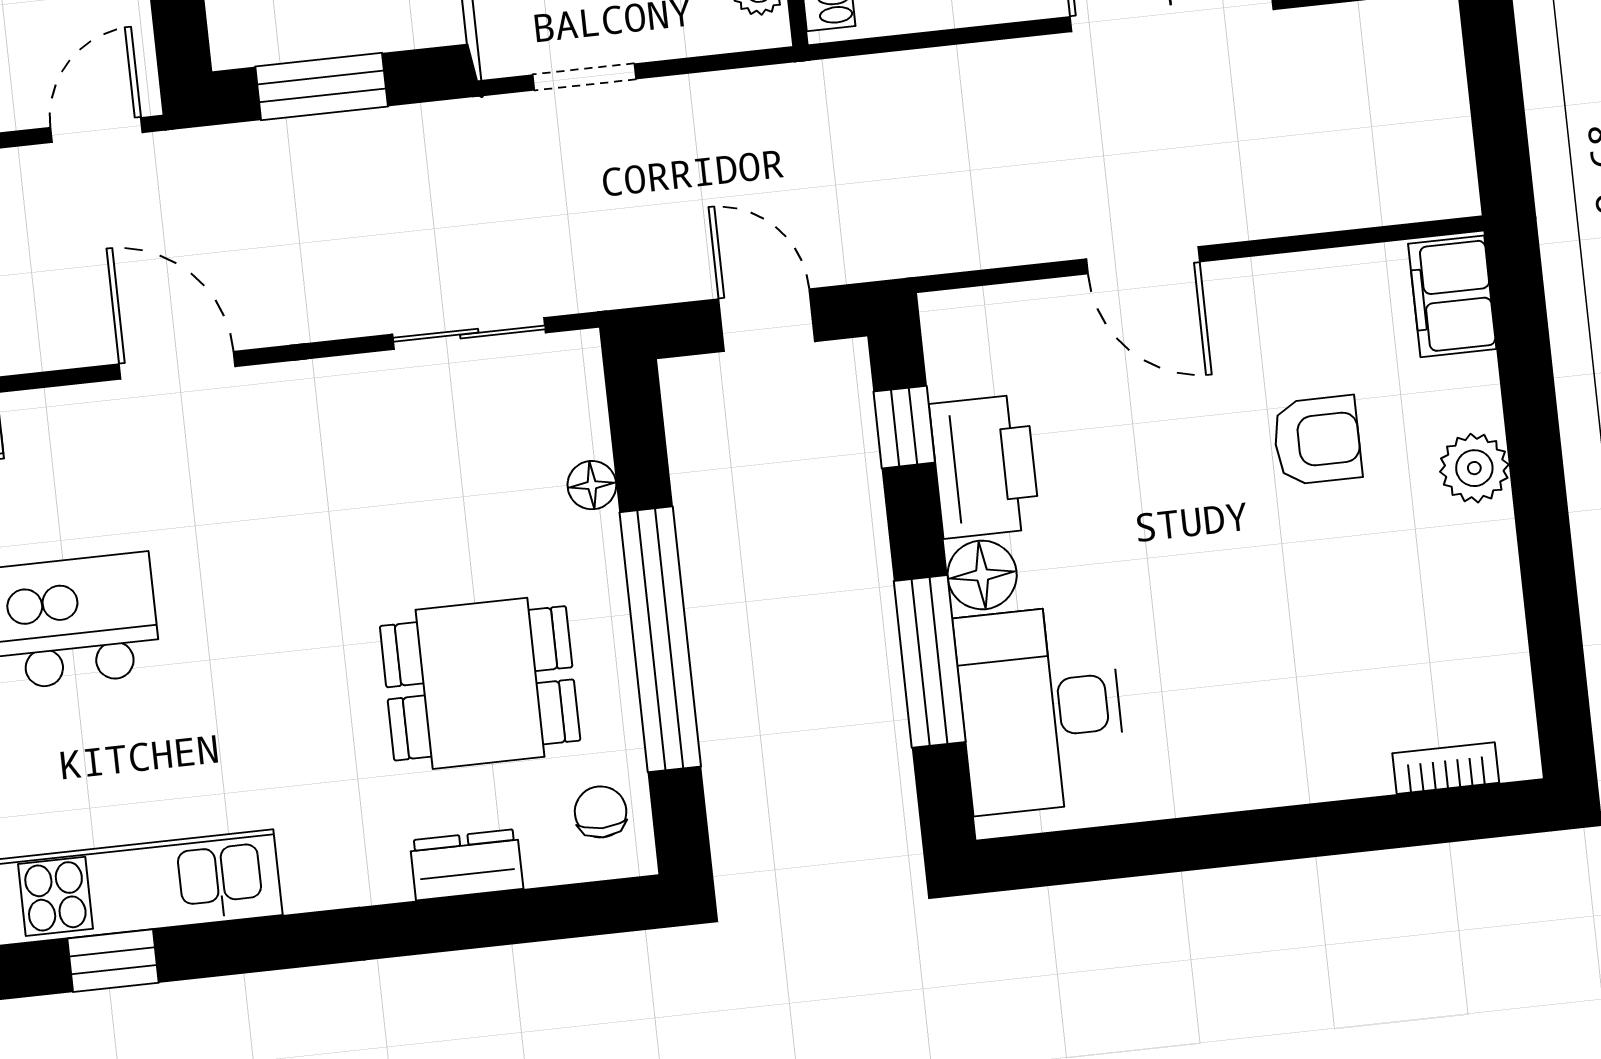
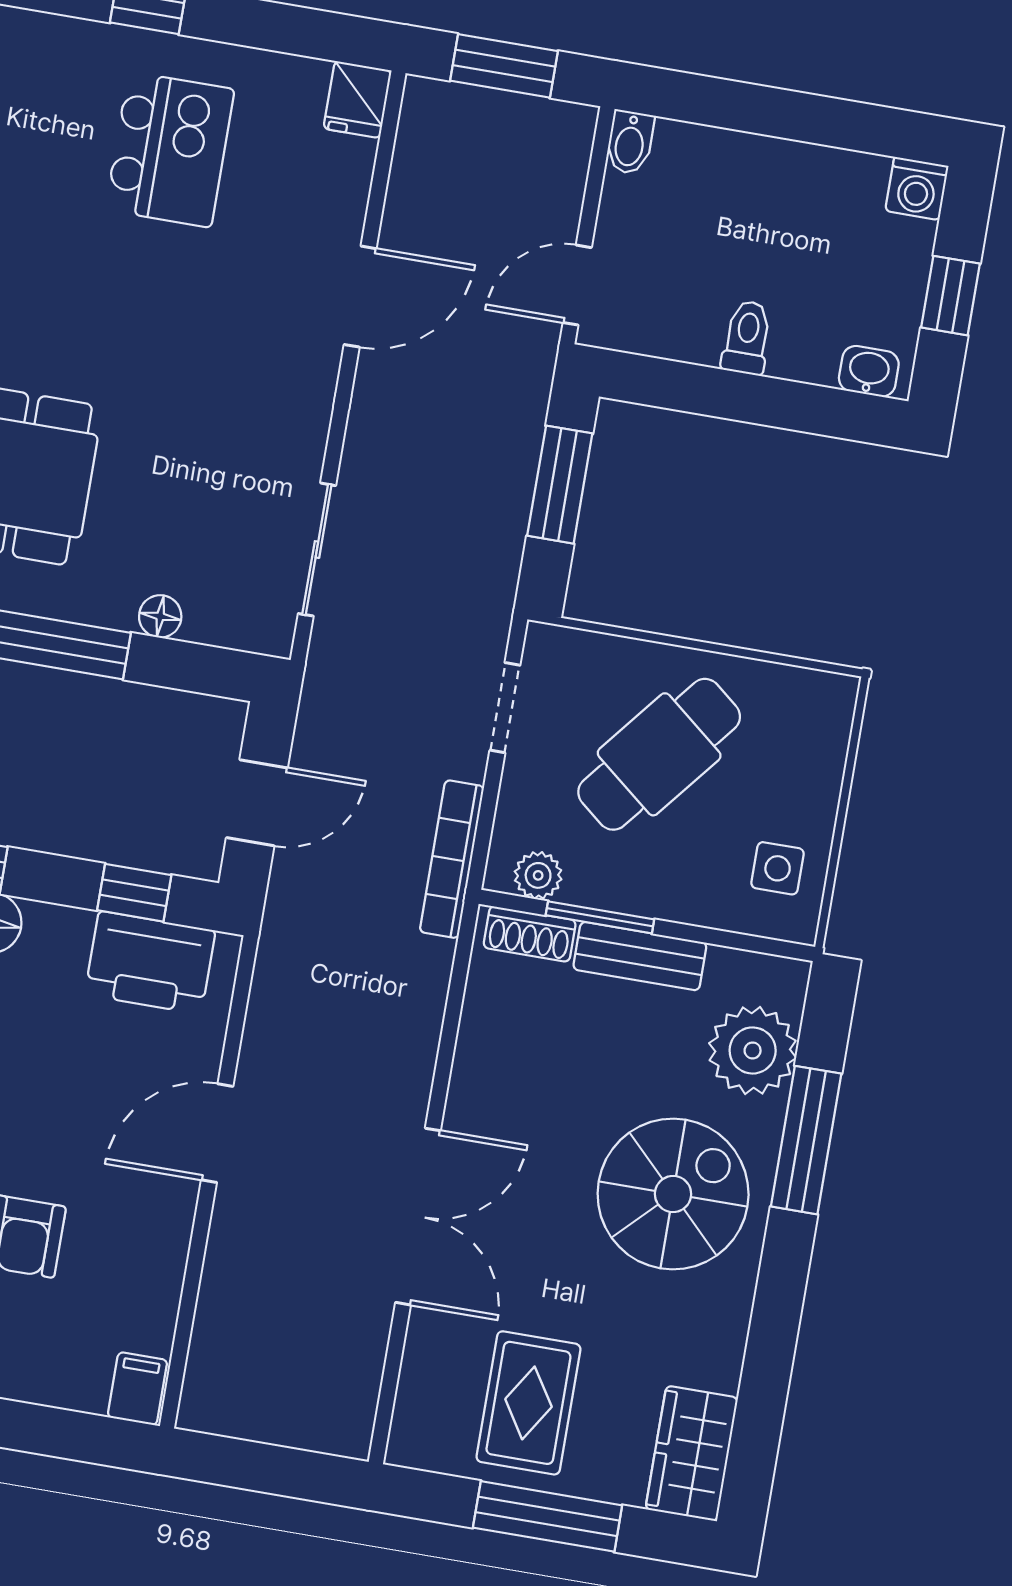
bookcase: (768, 88) -> (452, 859), added
door: (96, 130) -> (577, 285), swing flipped
filing cabinet: (1452, 296) -> (137, 1389), width x0.50
printer: (985, 466) -> (150, 963), moved

